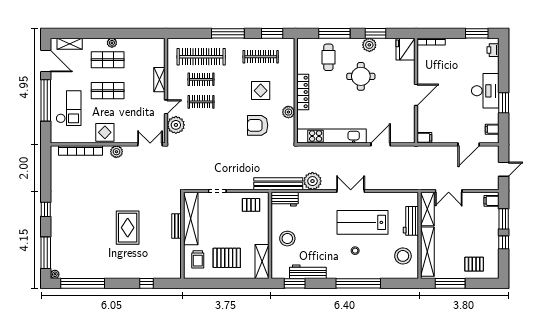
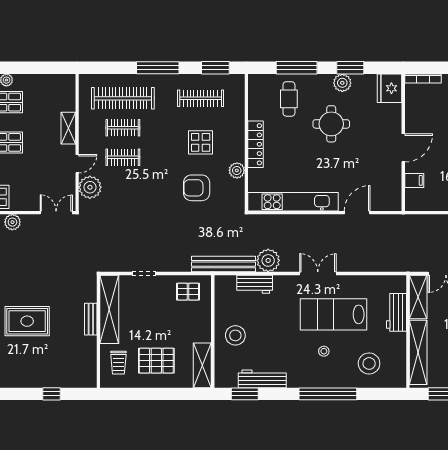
filing cabinet: (424, 138) -> (414, 180), moved
workbench: (285, 199) -> (255, 284), moved
rug: (128, 228) -> (27, 321), turned 90
stool: (403, 256) -> (369, 363), moved

